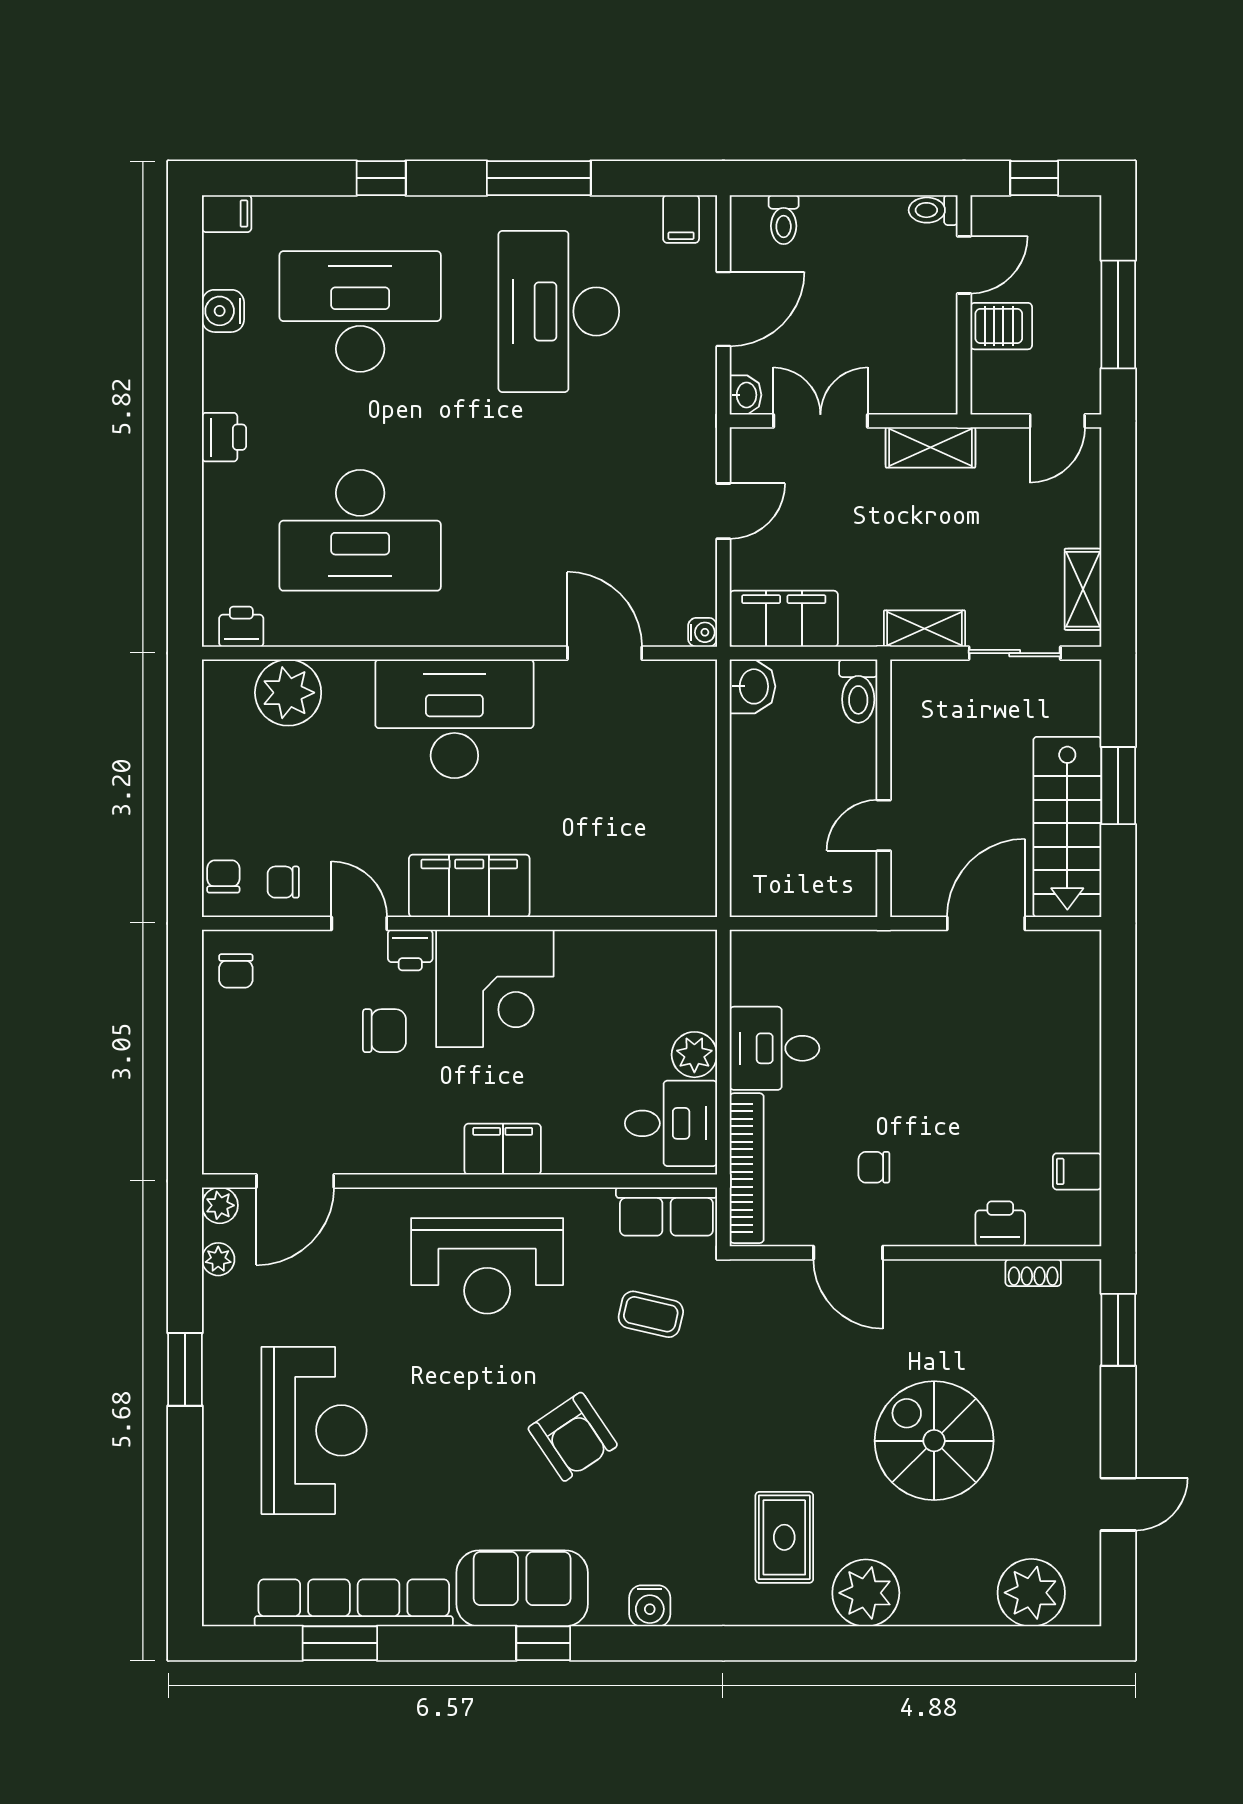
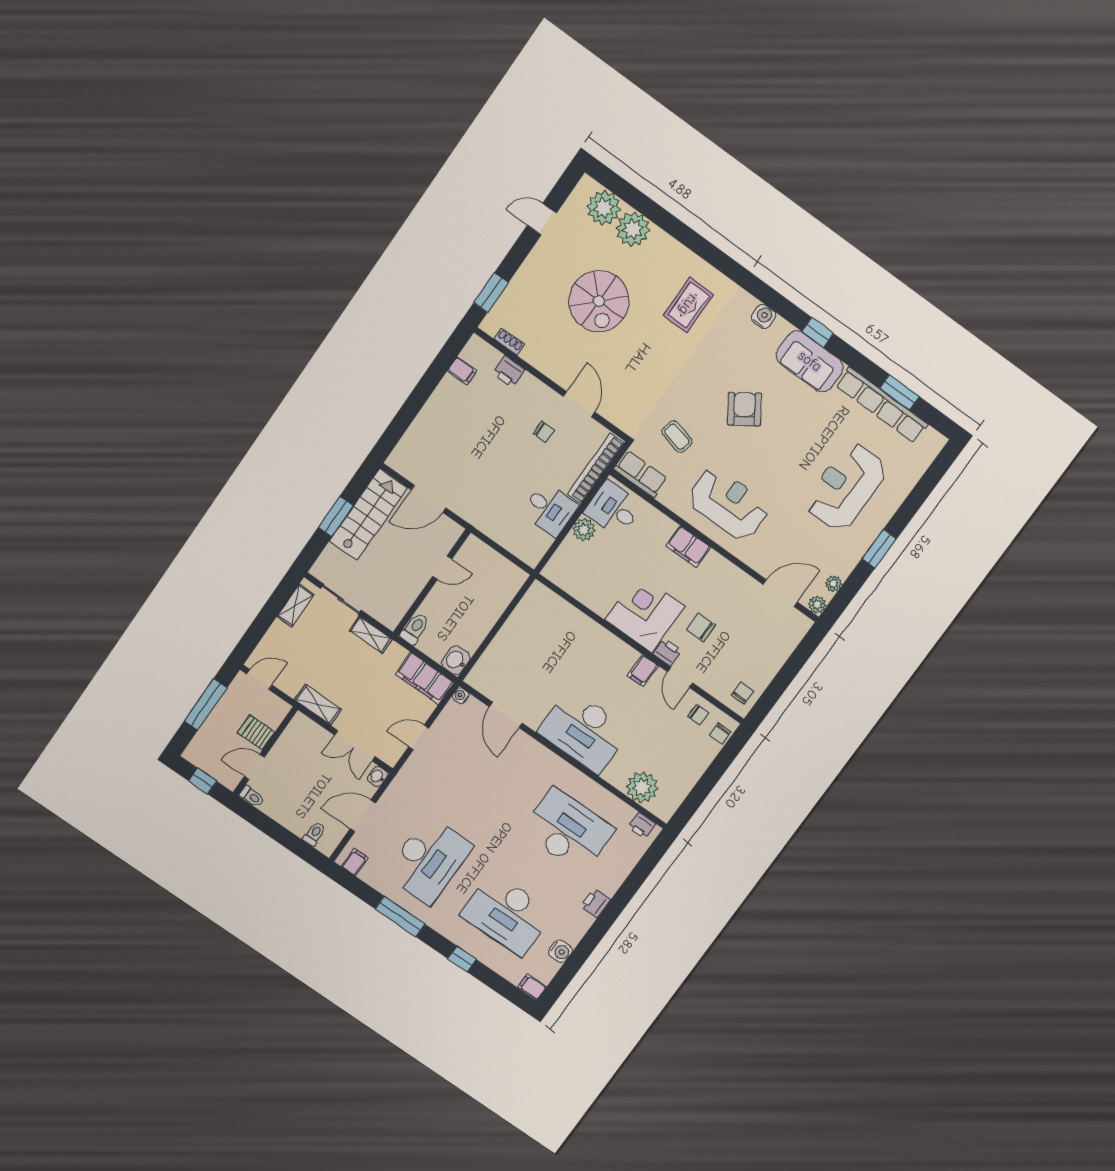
filing cabinet: (469, 886) -> (643, 671), width x0.33, depth x0.86
plant: (866, 1593) -> (633, 229), moved

